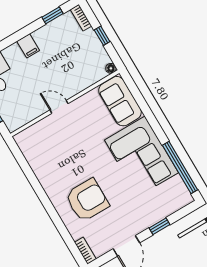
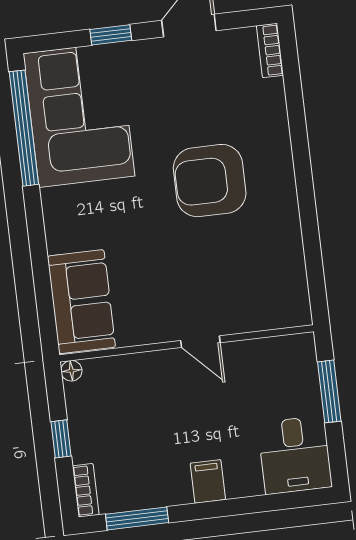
window: (52, 15) -> (137, 518), width x1.50
corner sofa: (141, 156) -> (79, 115), moved
armchair: (87, 200) -> (210, 181), moved

